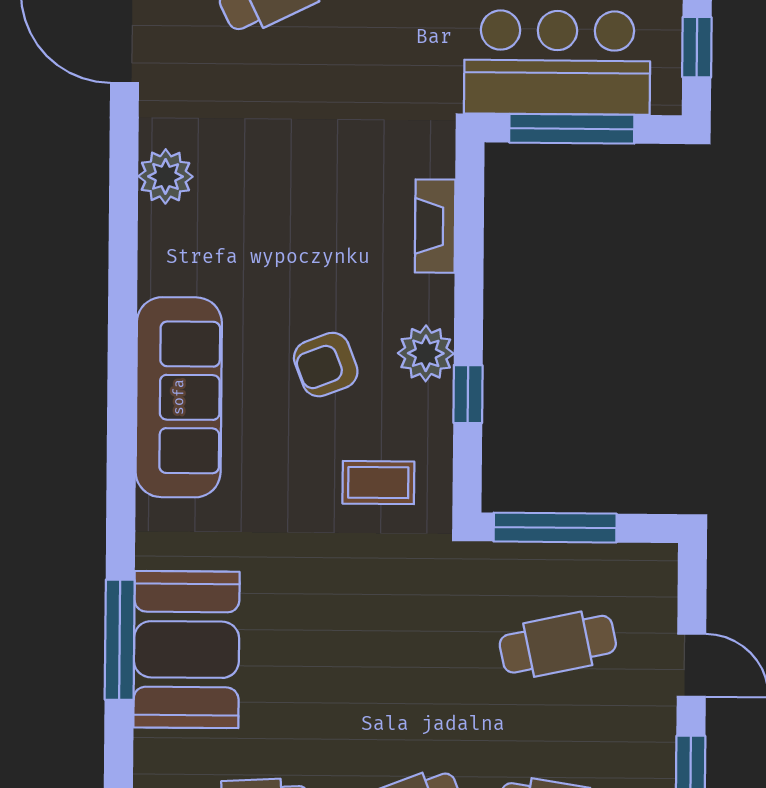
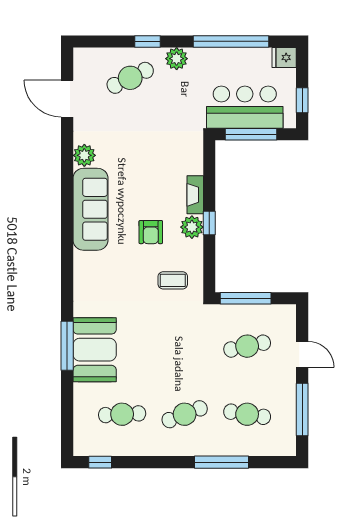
fireplace: (435, 226) -> (195, 195), moved
armchair: (326, 365) -> (151, 232), turned -69
window: (468, 394) -> (209, 223), moved
sofa: (179, 397) -> (90, 209), moved

